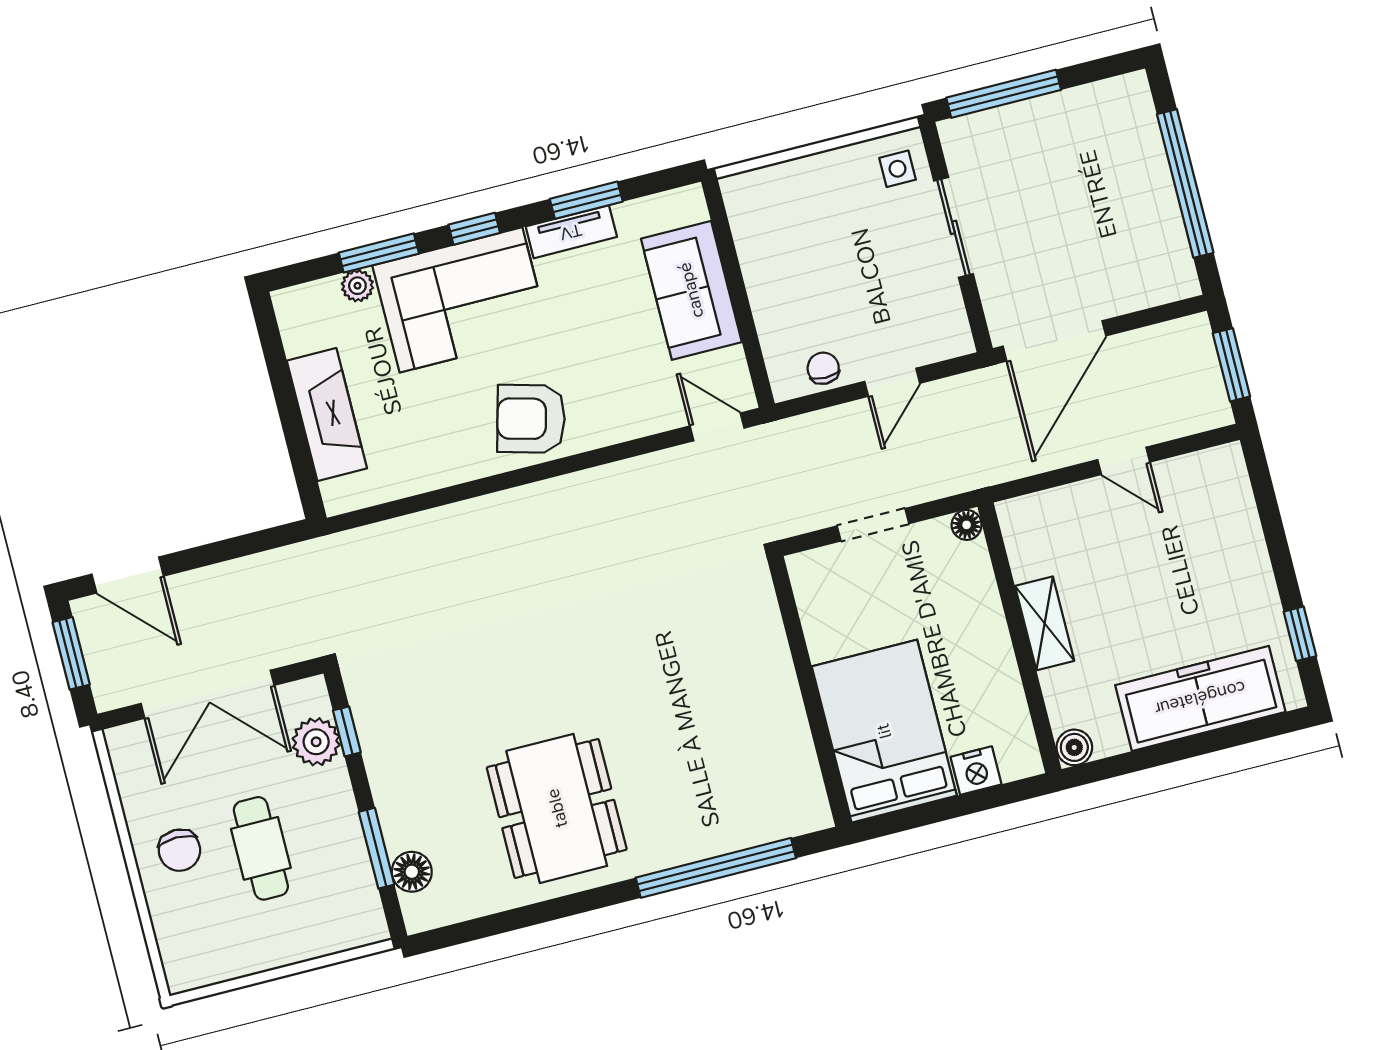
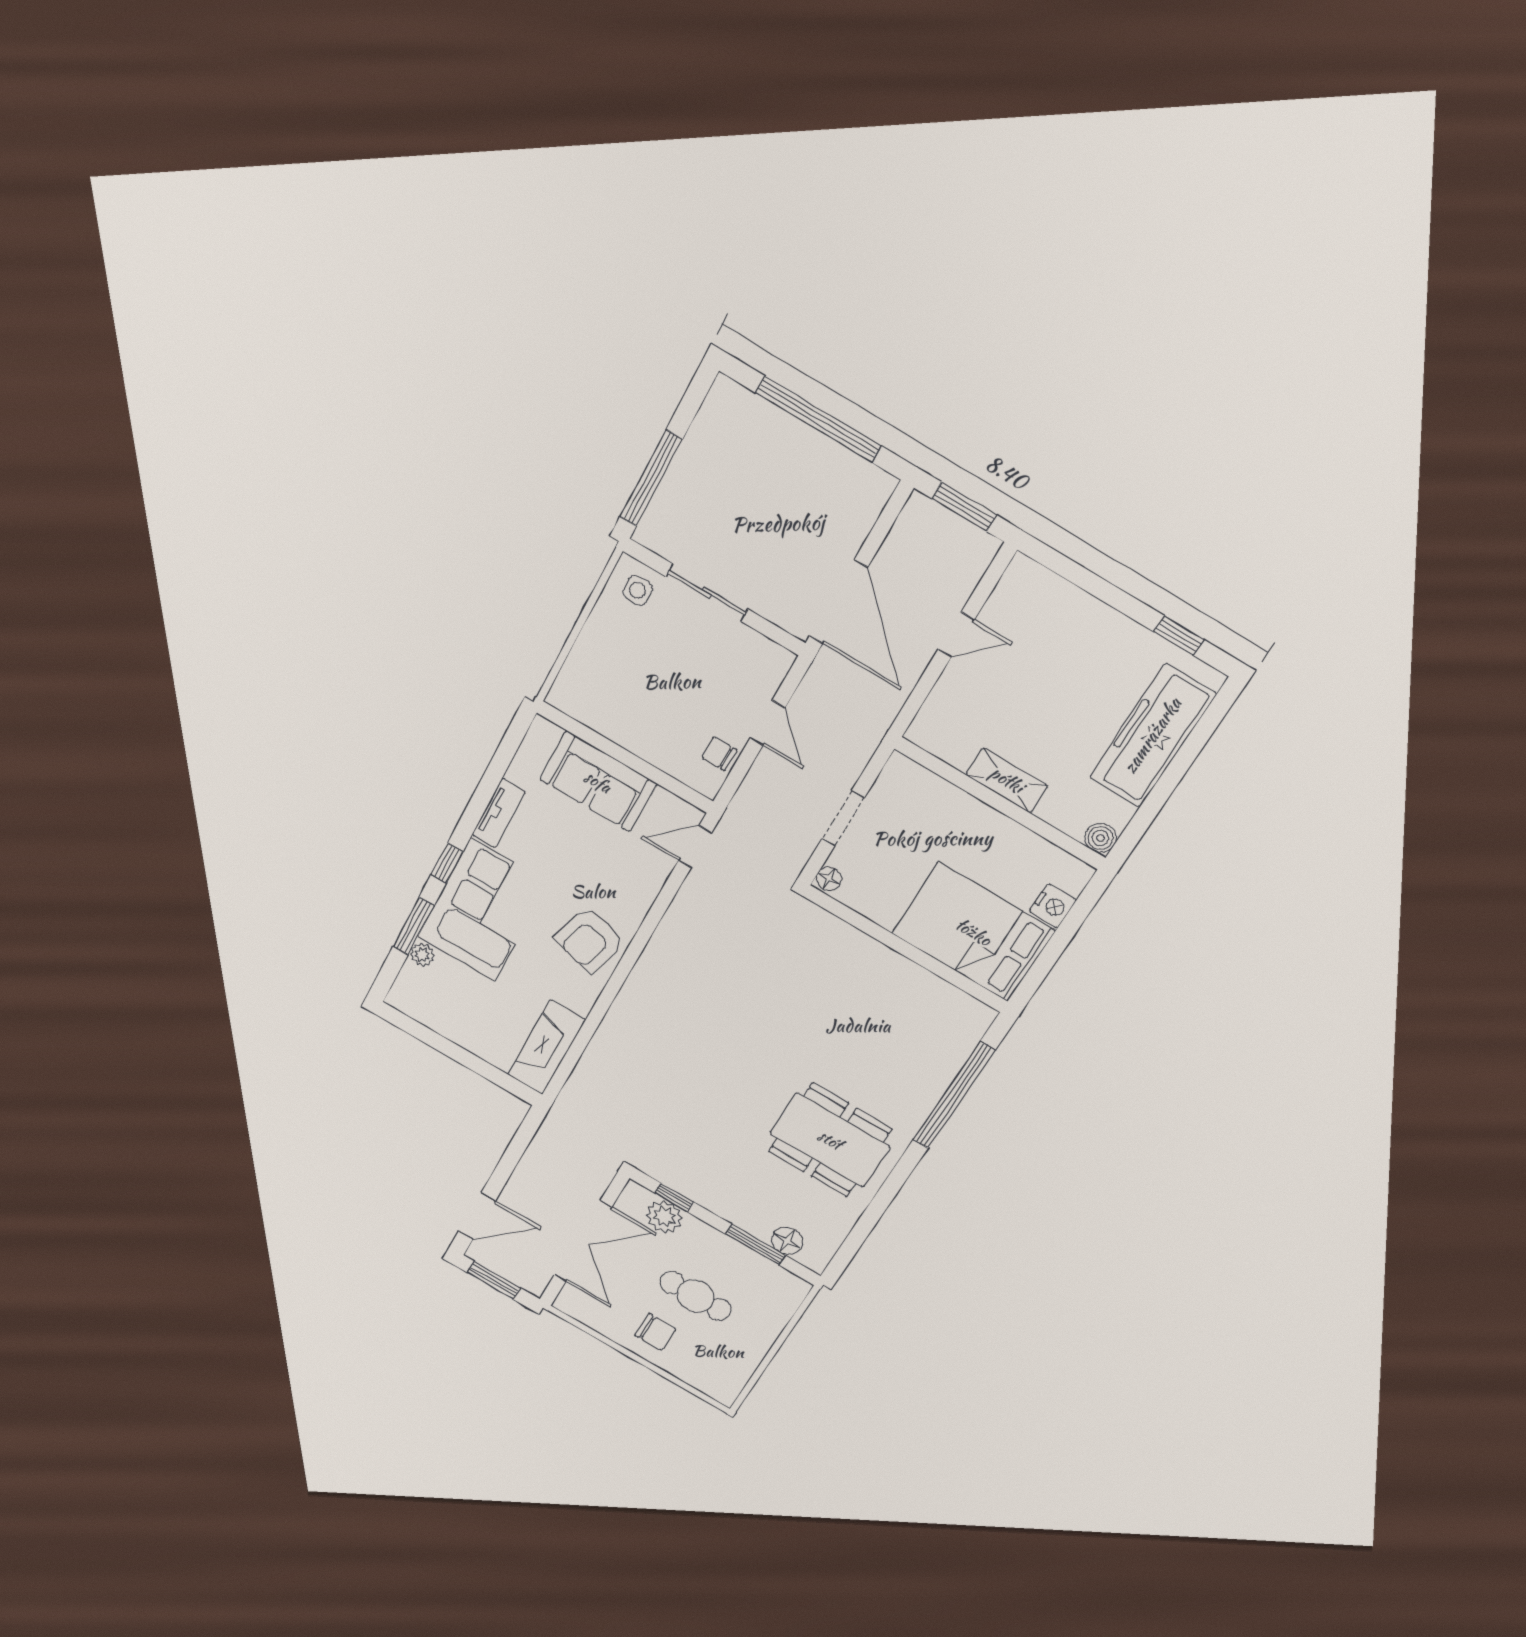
window: (586, 200) -> (487, 787), removed
fireplace: (327, 415) -> (546, 1047), moved, turned -90
floor lamp: (967, 525) -> (829, 879), moved

